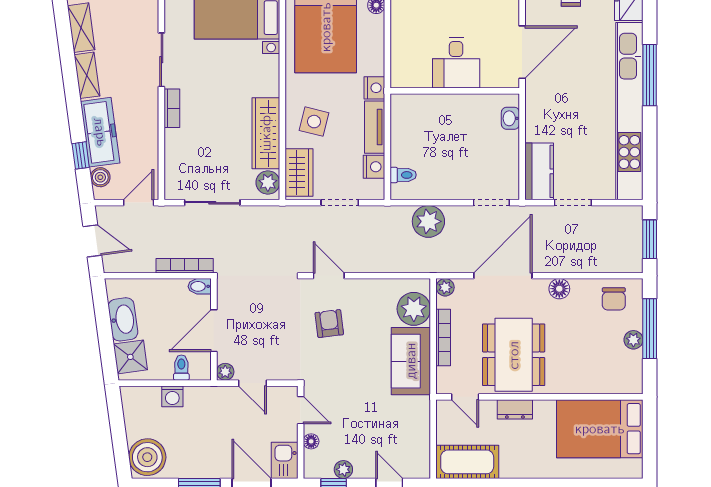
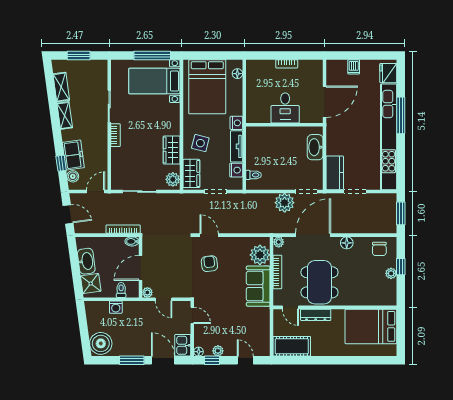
washbasin: (510, 118) -> (315, 147), width x1.91, depth x1.45
freezer: (100, 132) -> (73, 155), width x0.71
wardrobe: (266, 133) -> (172, 150), width x0.67
plant: (428, 221) -> (285, 203), moved
window: (650, 329) -> (401, 267), width x0.46
dresser: (515, 409) -> (316, 315), width x1.44
floor lamp: (311, 441) -> (199, 352), moved

